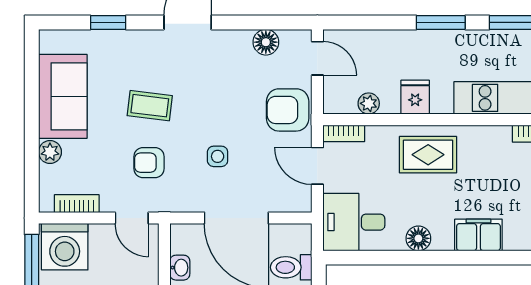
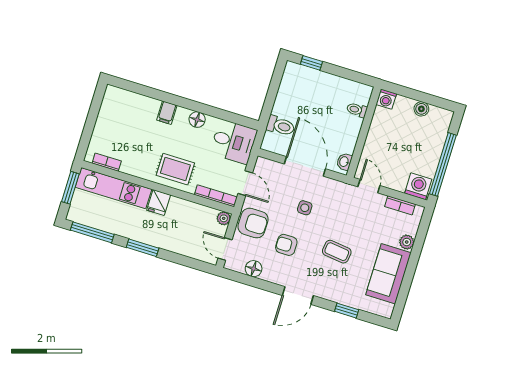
fridge: (415, 97) -> (159, 203), moved
plant: (369, 103) -> (224, 218), moved
bookcase: (344, 133) -> (216, 196), width x1.56
armchair: (149, 163) -> (286, 245), moved, turned 180
filing cabinet: (478, 235) -> (167, 113), width x0.50
washing machine: (65, 247) -> (418, 186), width x0.73, depth x0.73
washbasin: (180, 268) -> (344, 162), moved

